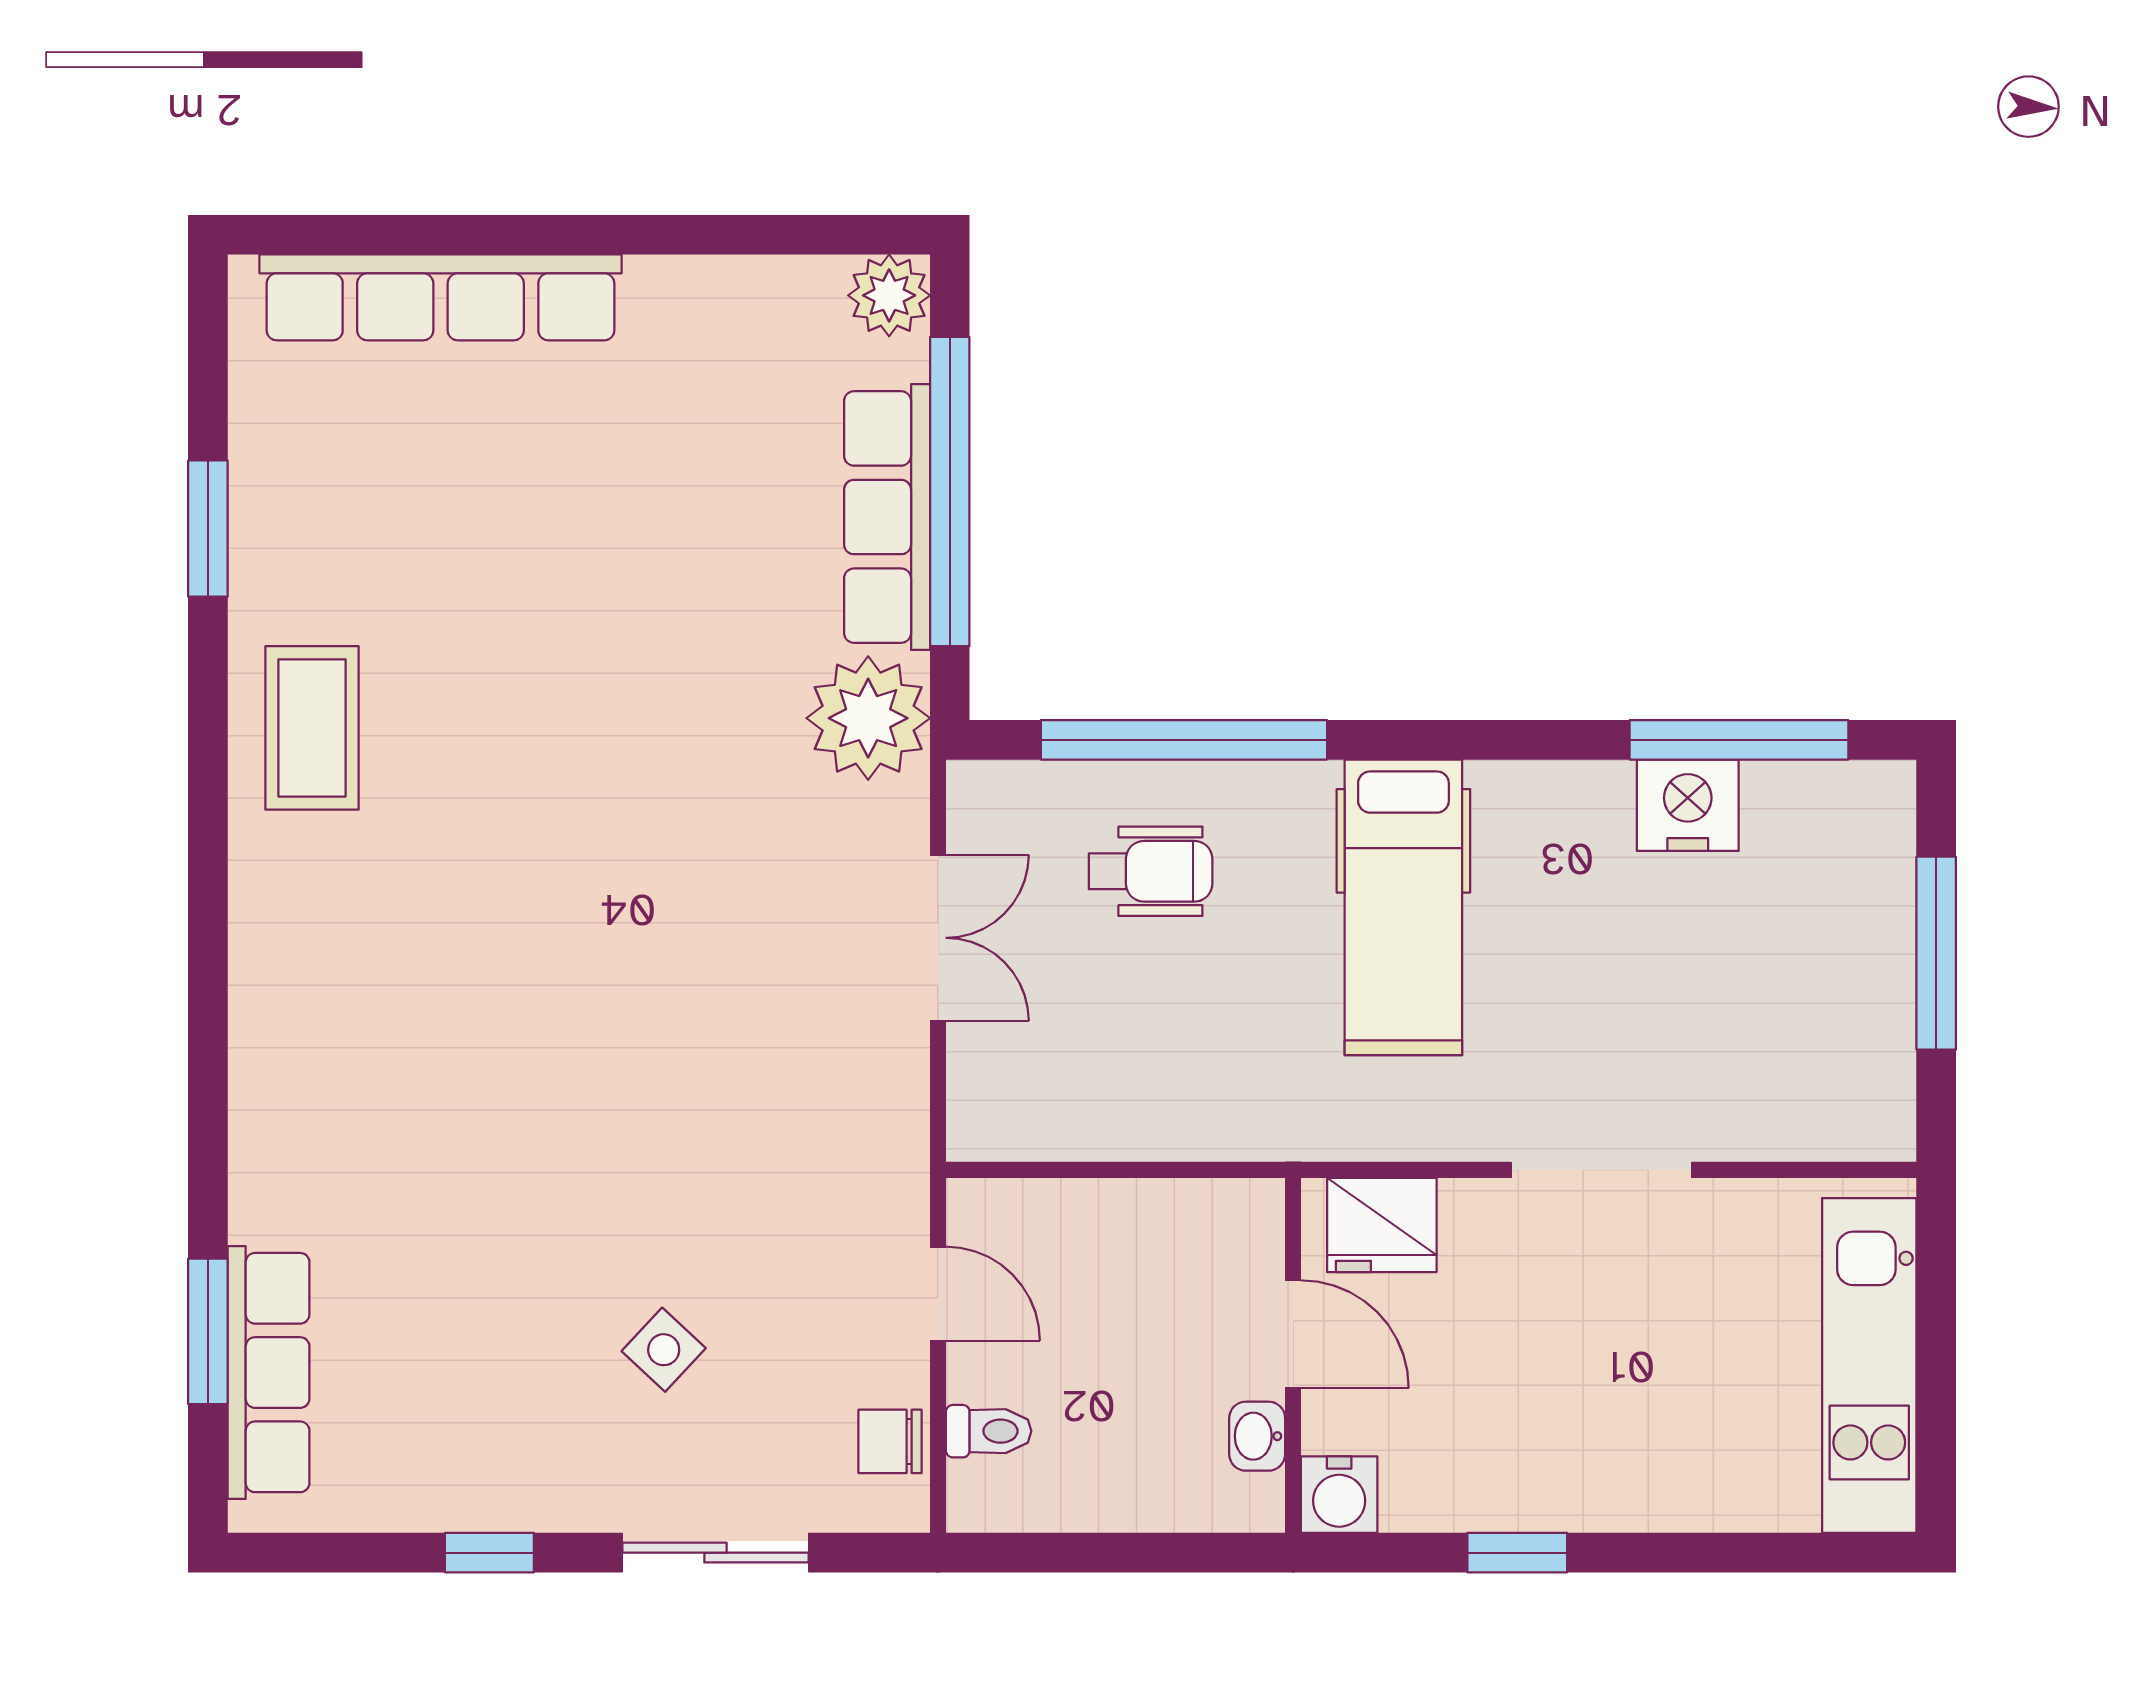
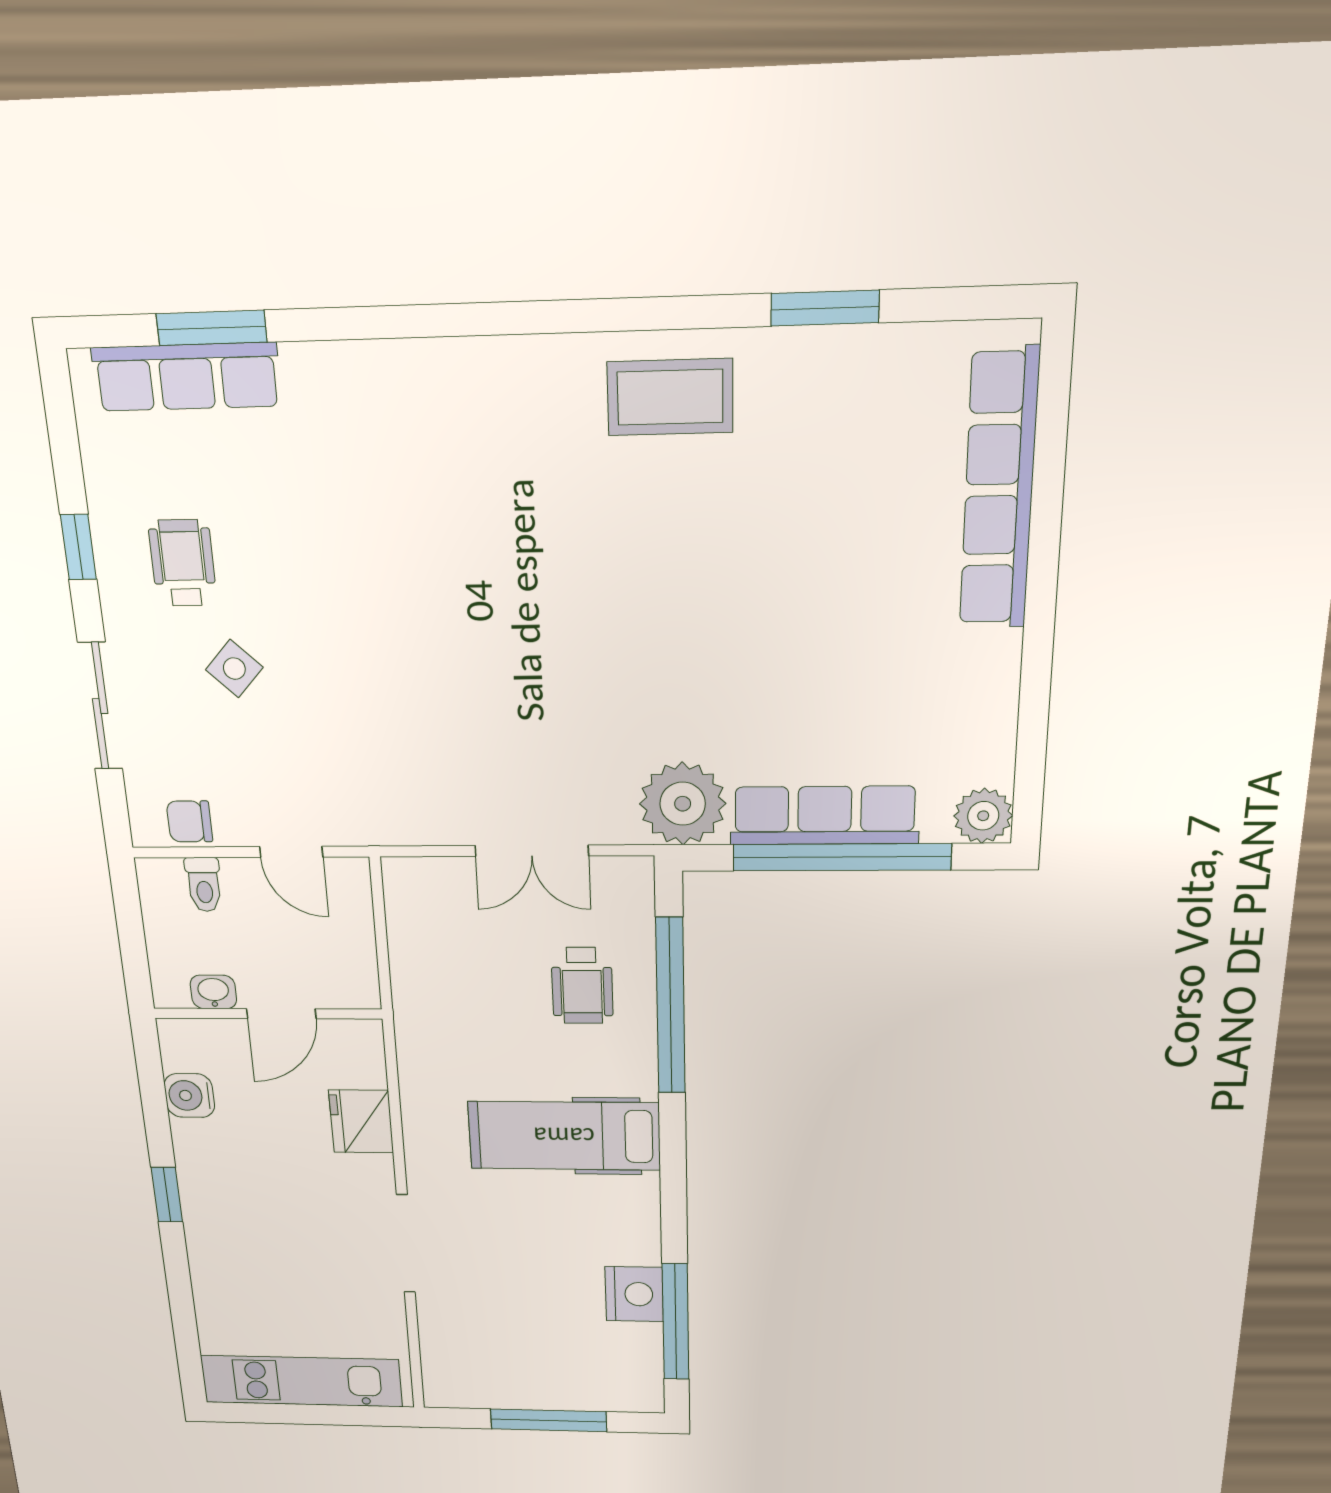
door: (938, 1294) -> (291, 852), hinge flipped
door: (1293, 1334) -> (281, 1014), moved
wall: (1293, 1355) -> (268, 1014), moved
wheelchair: (514, 1407) -> (183, 563), added
washbasin: (1257, 1436) -> (213, 992), moved
chair: (890, 1441) -> (190, 821), turned -90

